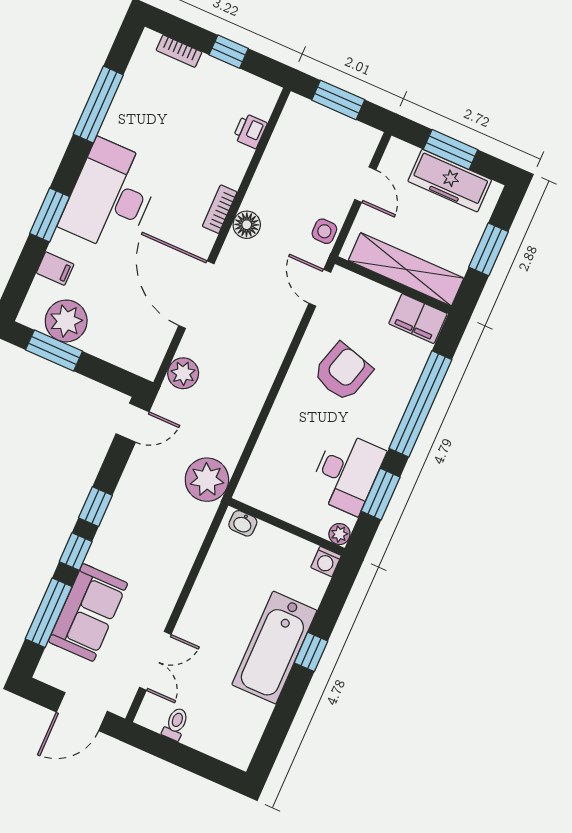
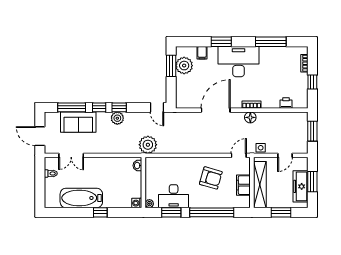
filing cabinet: (418, 319) -> (243, 185), moved
plant: (183, 373) -> (117, 118), moved
bathtub: (274, 648) -> (81, 198), moved

